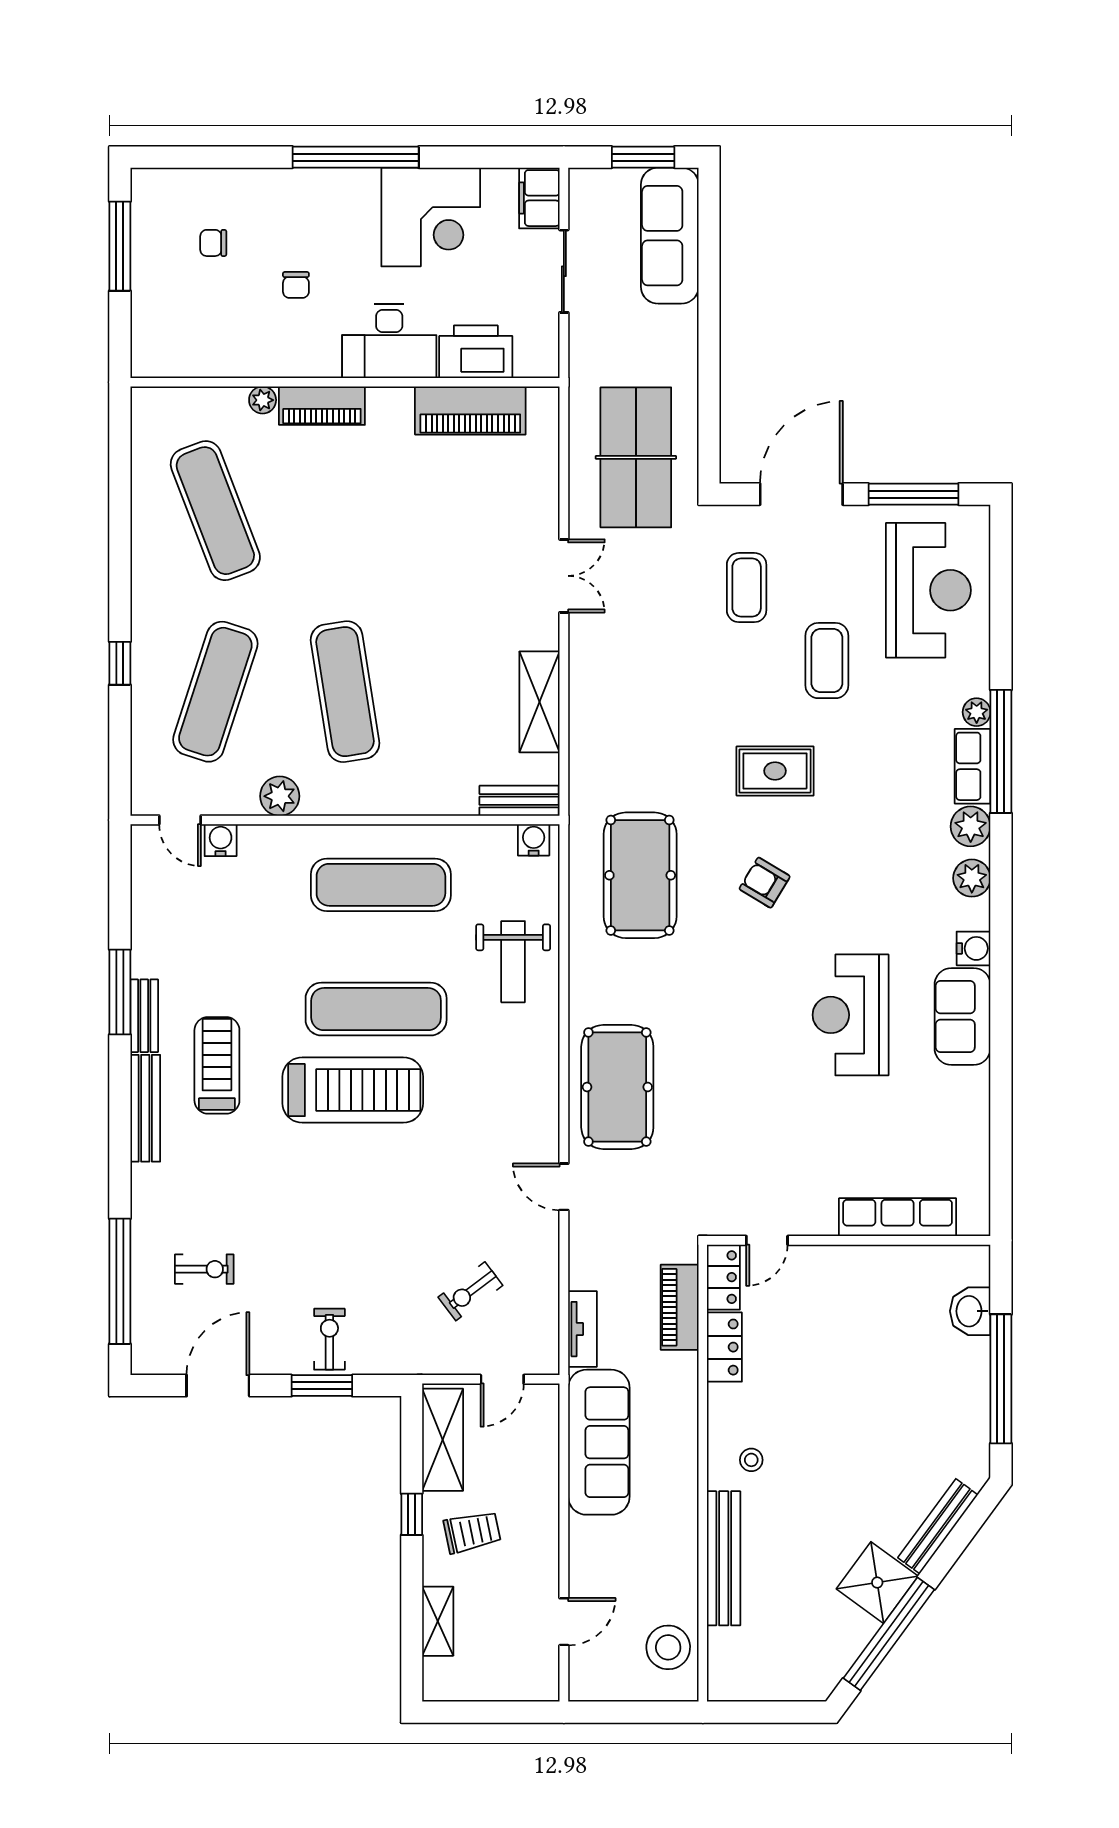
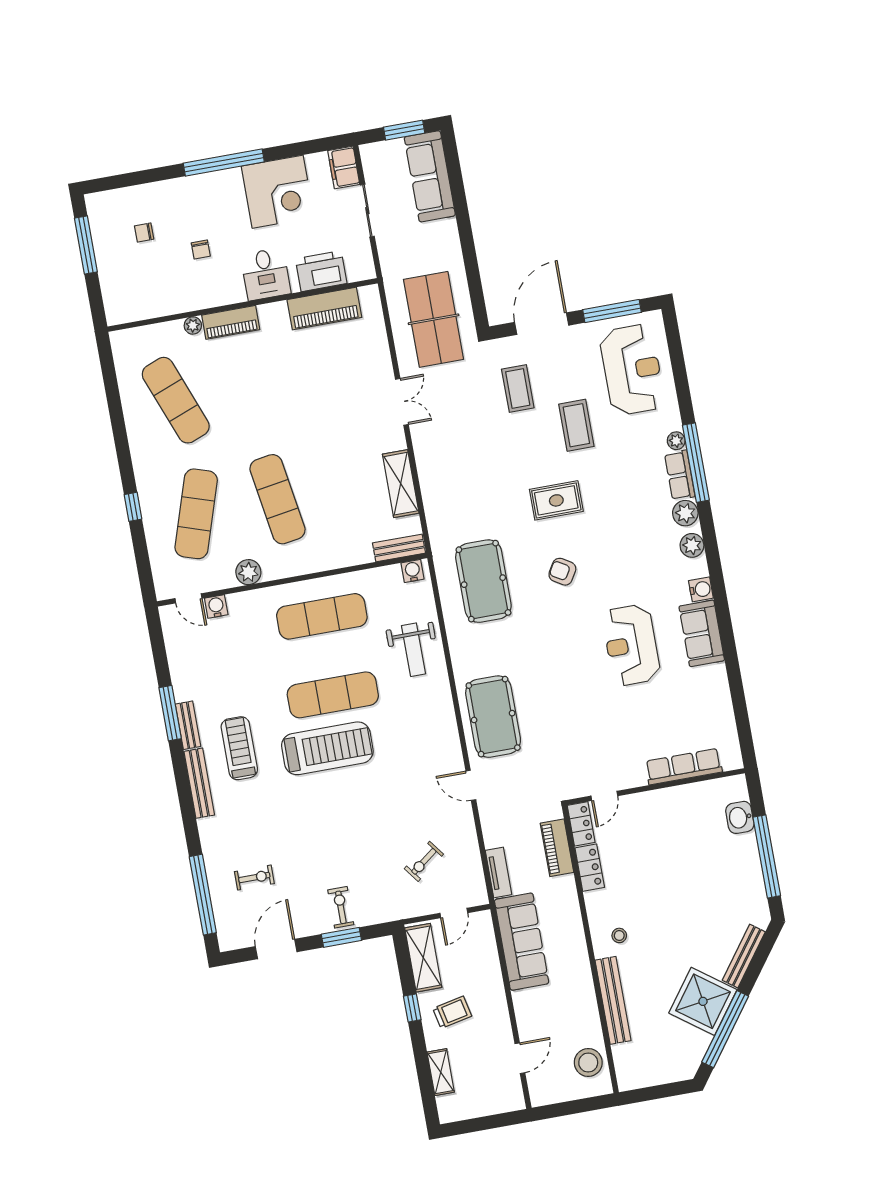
desk: (389, 341) -> (266, 274), width x0.73
shower: (877, 1583) -> (703, 1001), width x1.37, depth x1.37

